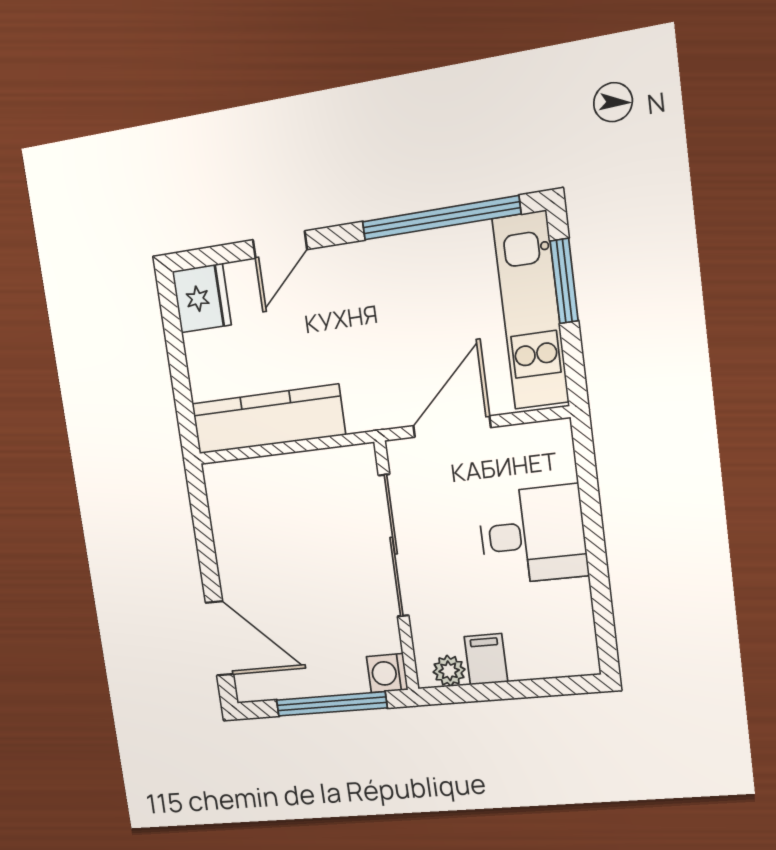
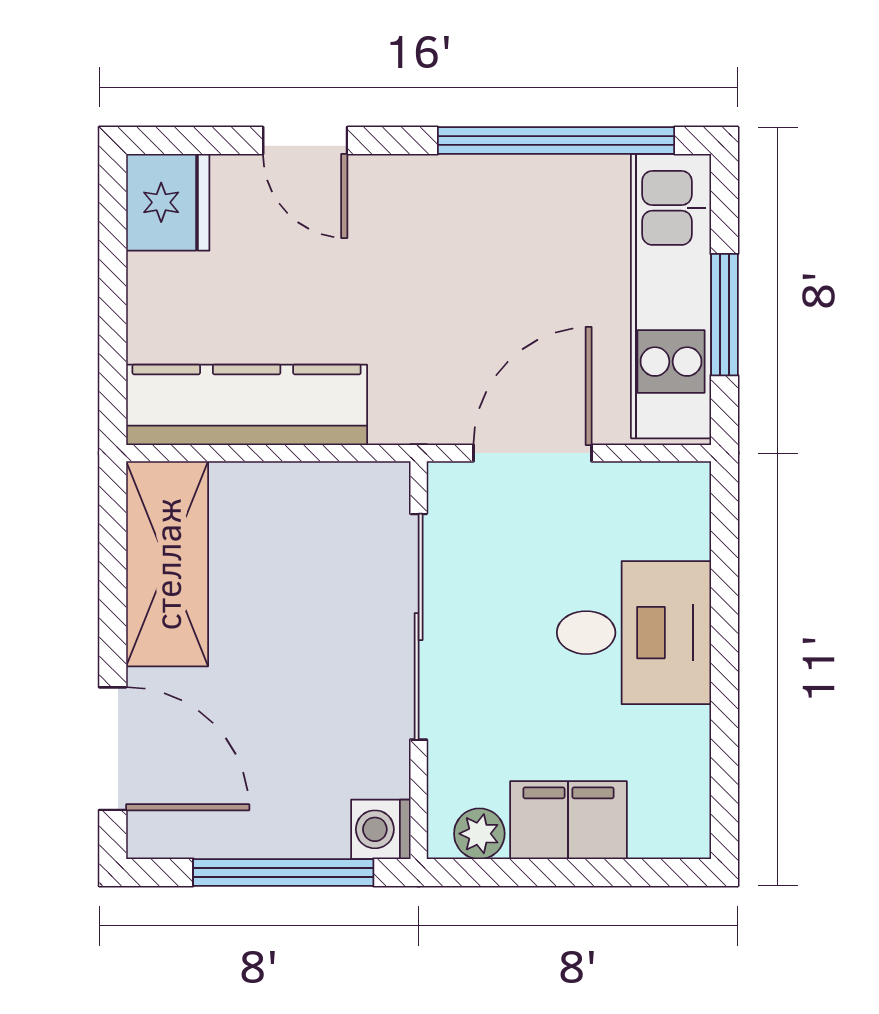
door: (280, 245) -> (305, 140), hinge flipped
window: (564, 281) -> (724, 315), moved
shelving: (235, 524) -> (167, 564), added
filing cabinet: (486, 659) -> (568, 820), width x2.00

